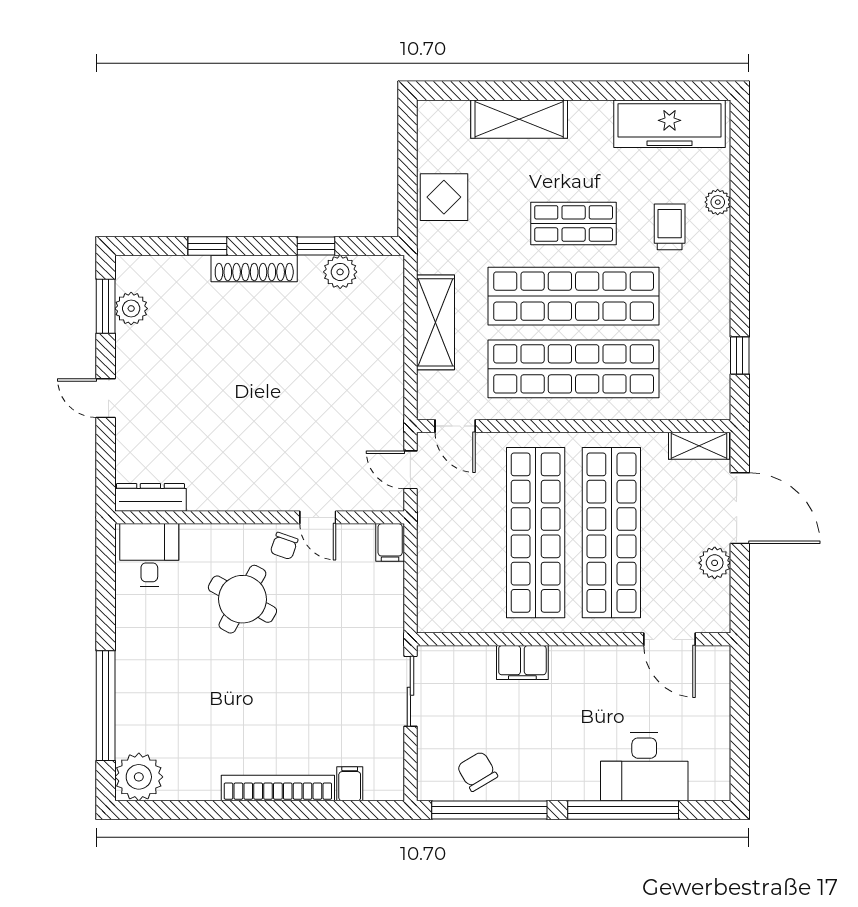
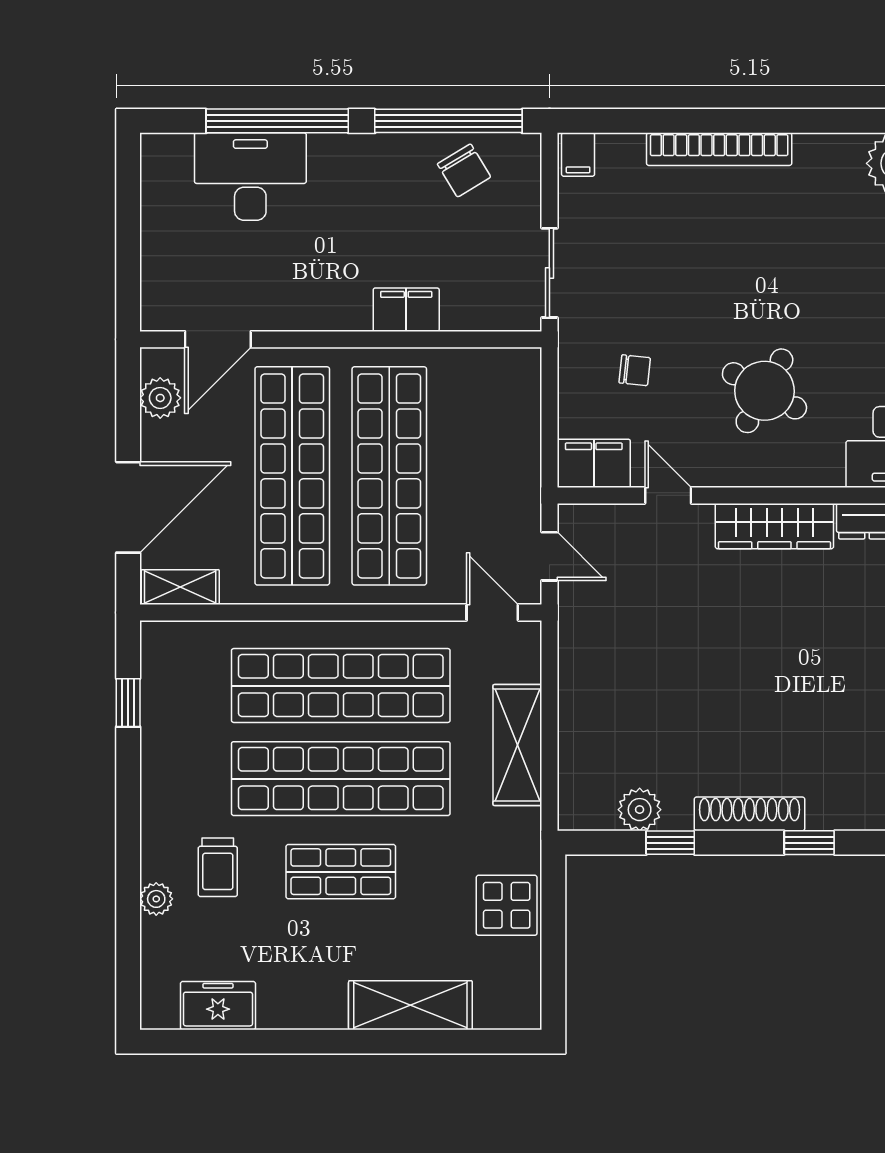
freezer: (669, 124) -> (218, 1006), width x0.52, depth x0.79
wardrobe: (235, 493) -> (774, 526), added
door: (740, 508) -> (128, 507), swing flipped
filing cabinet: (390, 542) -> (594, 463), width x2.00
chair: (284, 546) -> (635, 370), moved, turned 77
plant: (715, 563) -> (160, 398), moved
door: (670, 639) -> (218, 339), swing flipped
filing cabinet: (350, 784) -> (578, 155), moved

